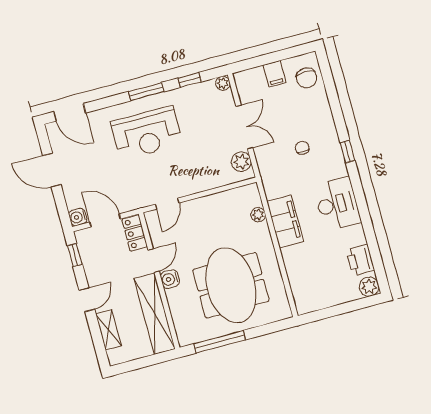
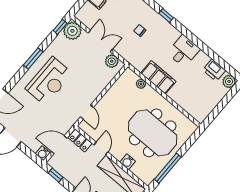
window: (190, 80) -> (60, 27), moved
plant: (223, 83) -> (72, 31), width x1.88, depth x1.88
desk: (337, 204) -> (184, 51), width x0.73
water cooler: (170, 279) -> (128, 162), moved

